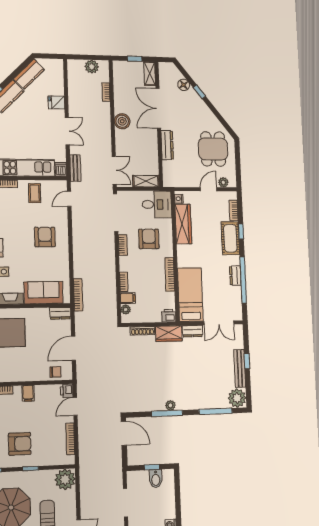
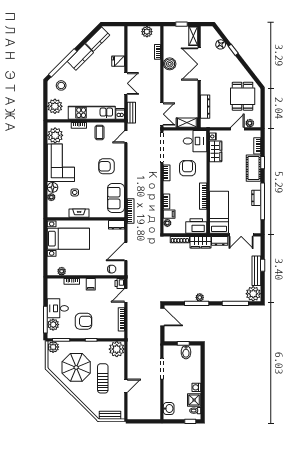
boiler: (122, 121) -> (170, 64), moved
dresser: (167, 145) -> (205, 107), moved
wardrobe: (183, 224) -> (216, 151), width x0.67
armchair: (45, 237) -> (106, 166), turned -90
sofa: (44, 293) -> (116, 198), moved, turned -90
printer: (169, 316) -> (196, 226), width x1.87, depth x1.48

